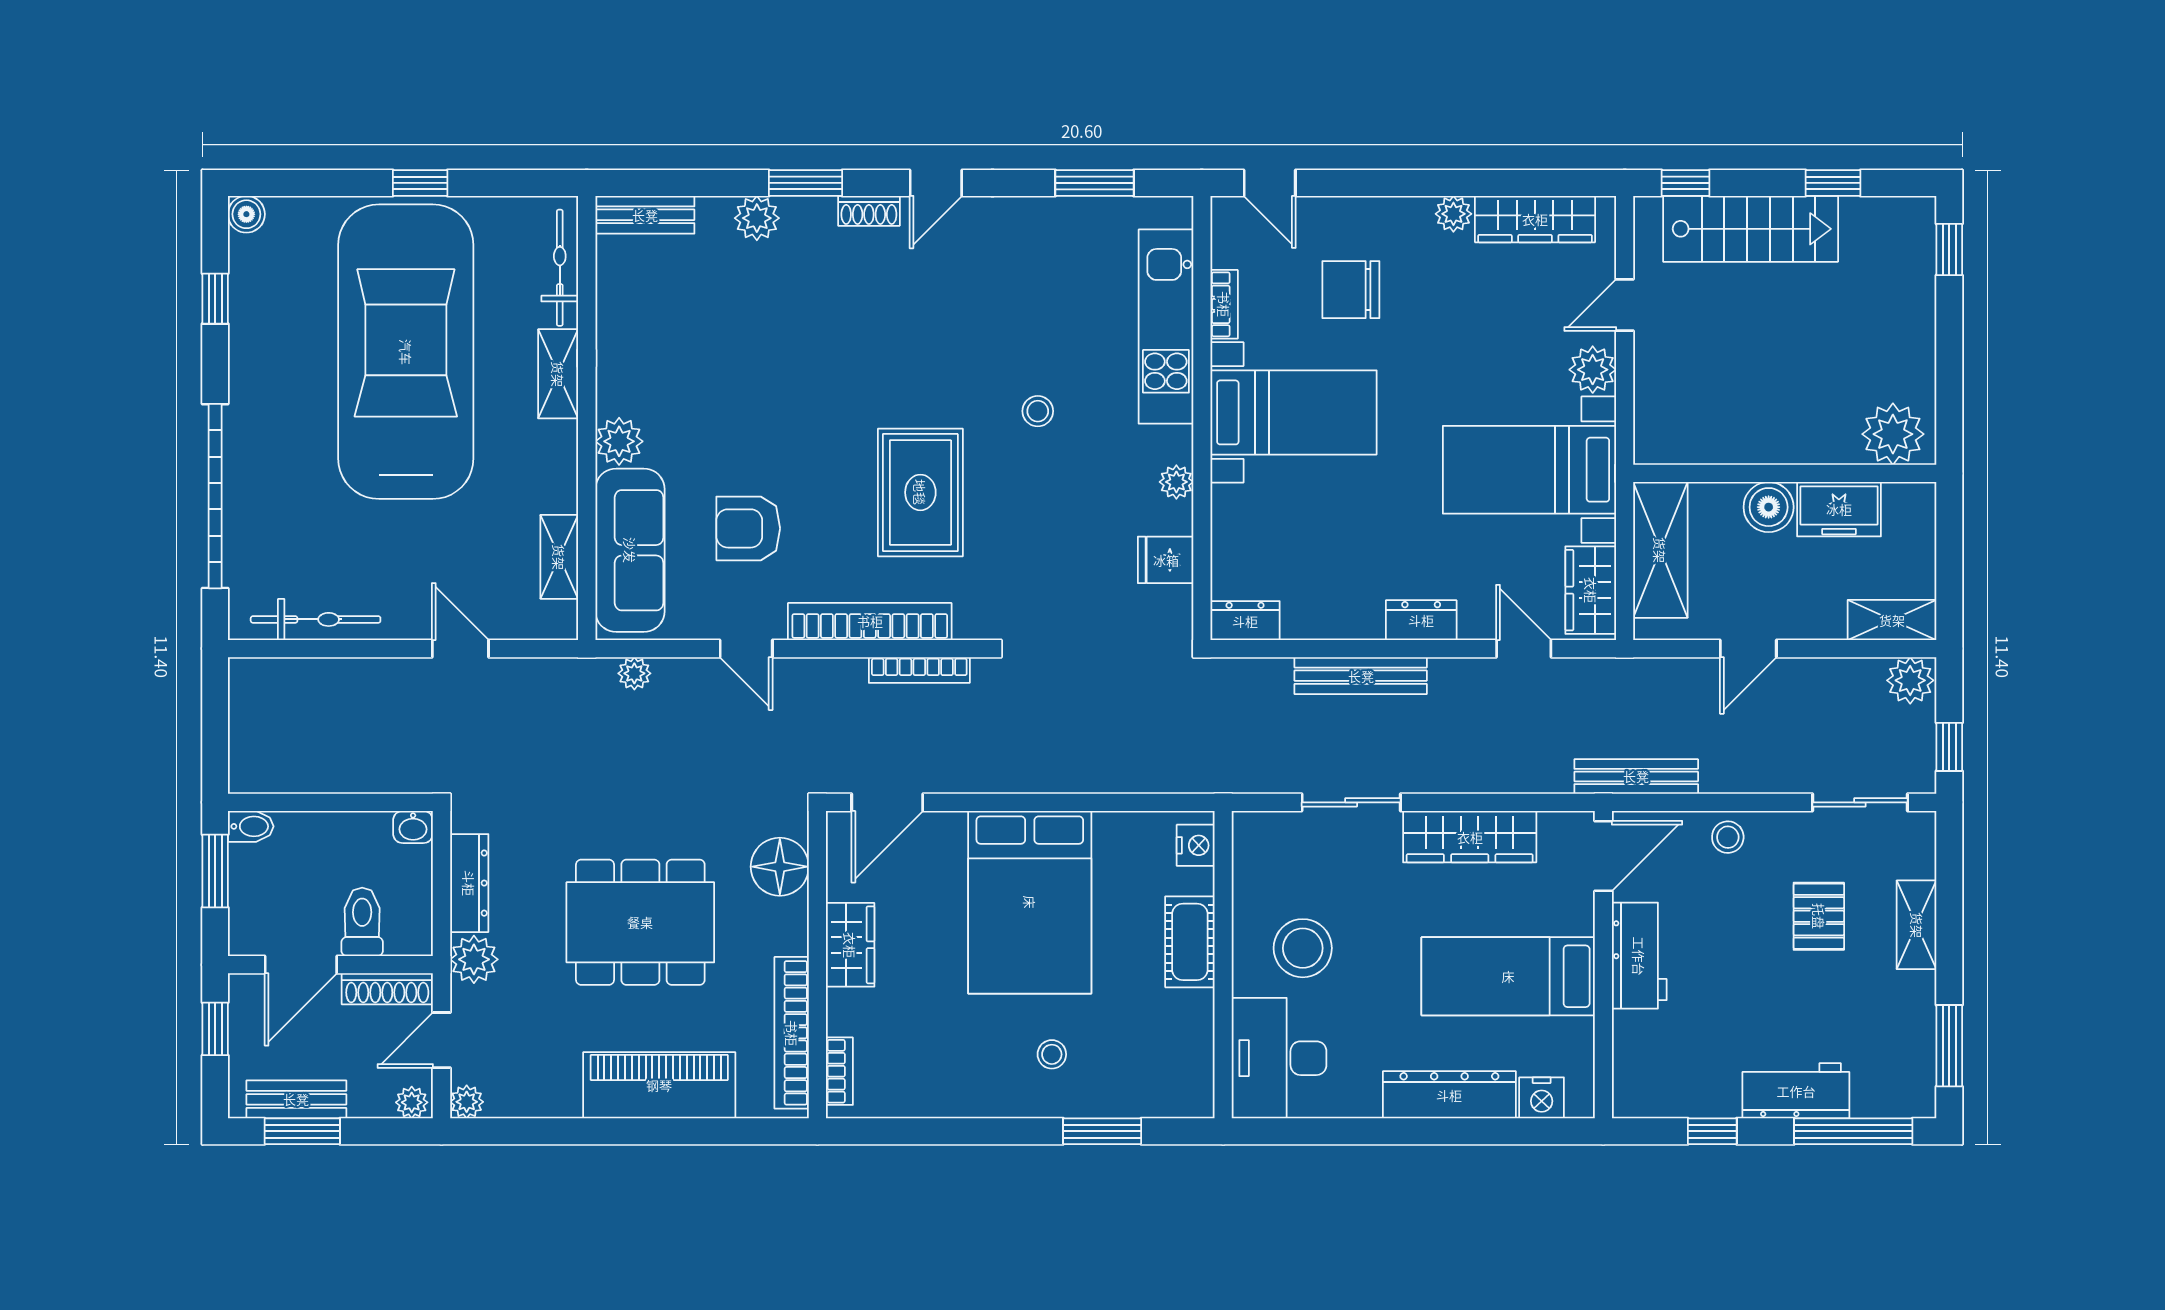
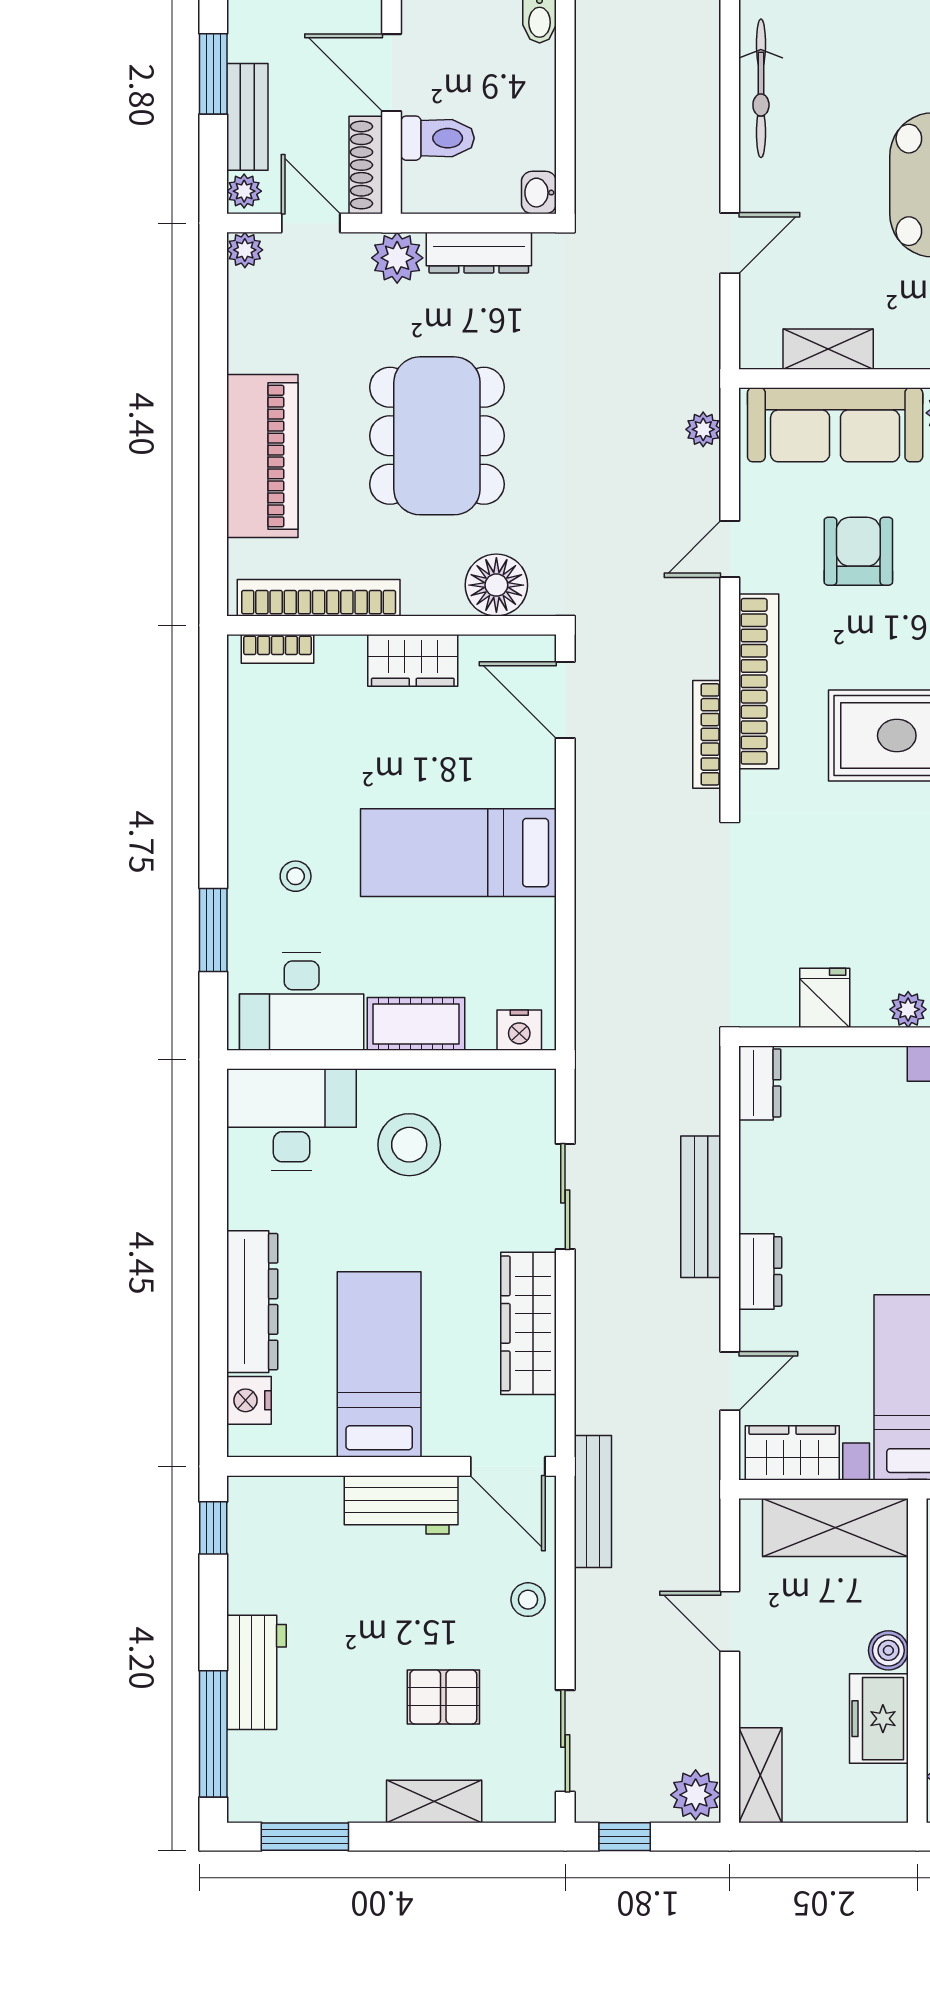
boiler: (1769, 507) -> (888, 1650), width x0.73, depth x0.73
bed: (1030, 902) -> (458, 853), width x0.67
desk: (1169, 1049) -> (302, 1002), added
bench: (296, 1099) -> (247, 117), moved
window: (1712, 1131) -> (213, 1528), moved

